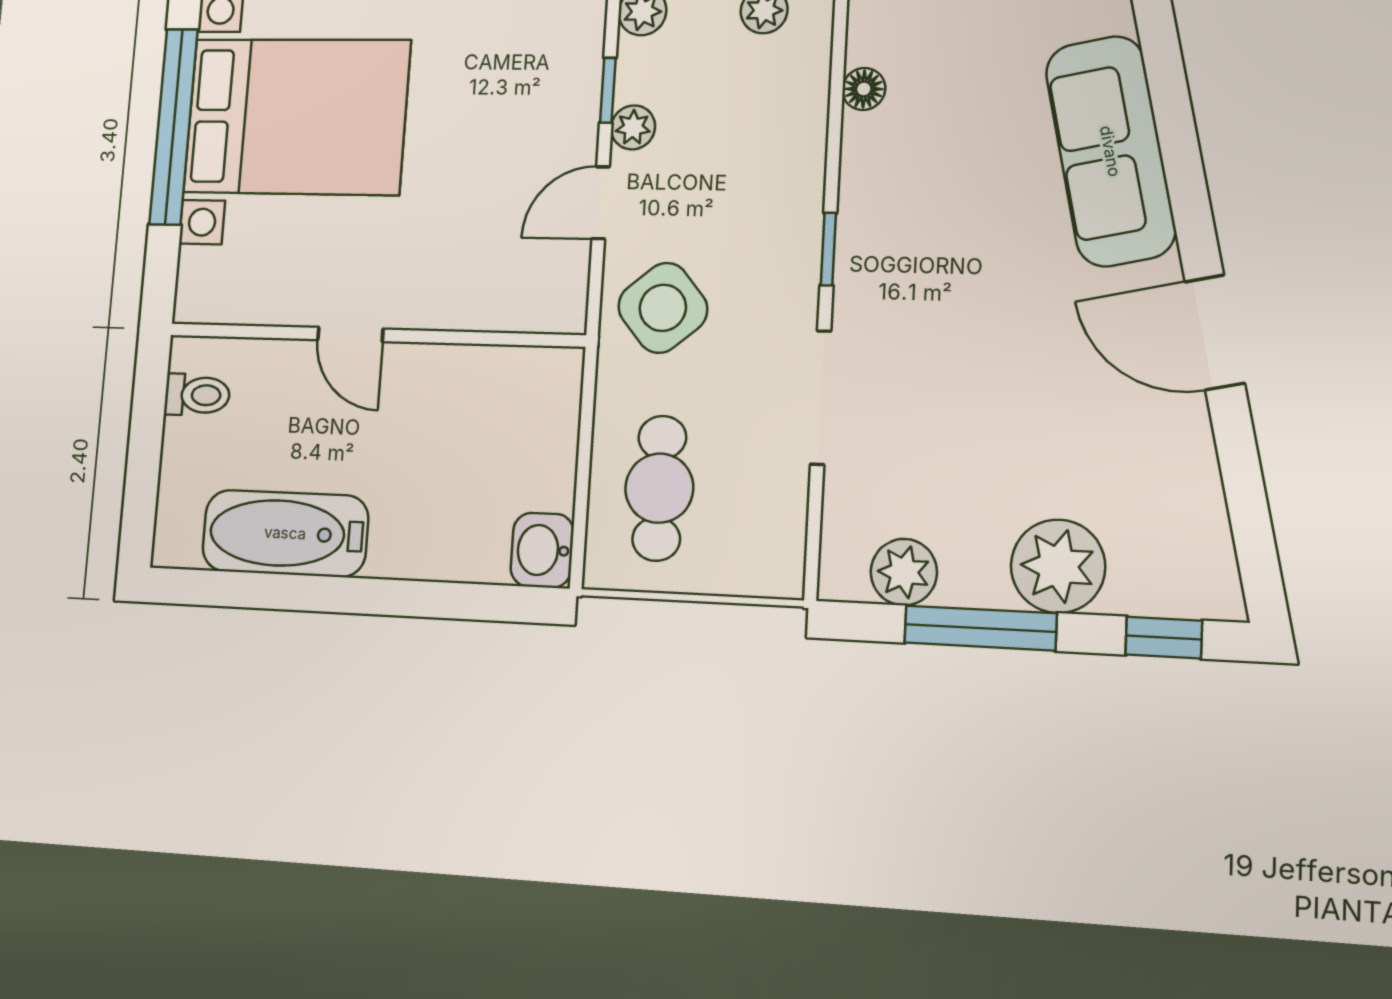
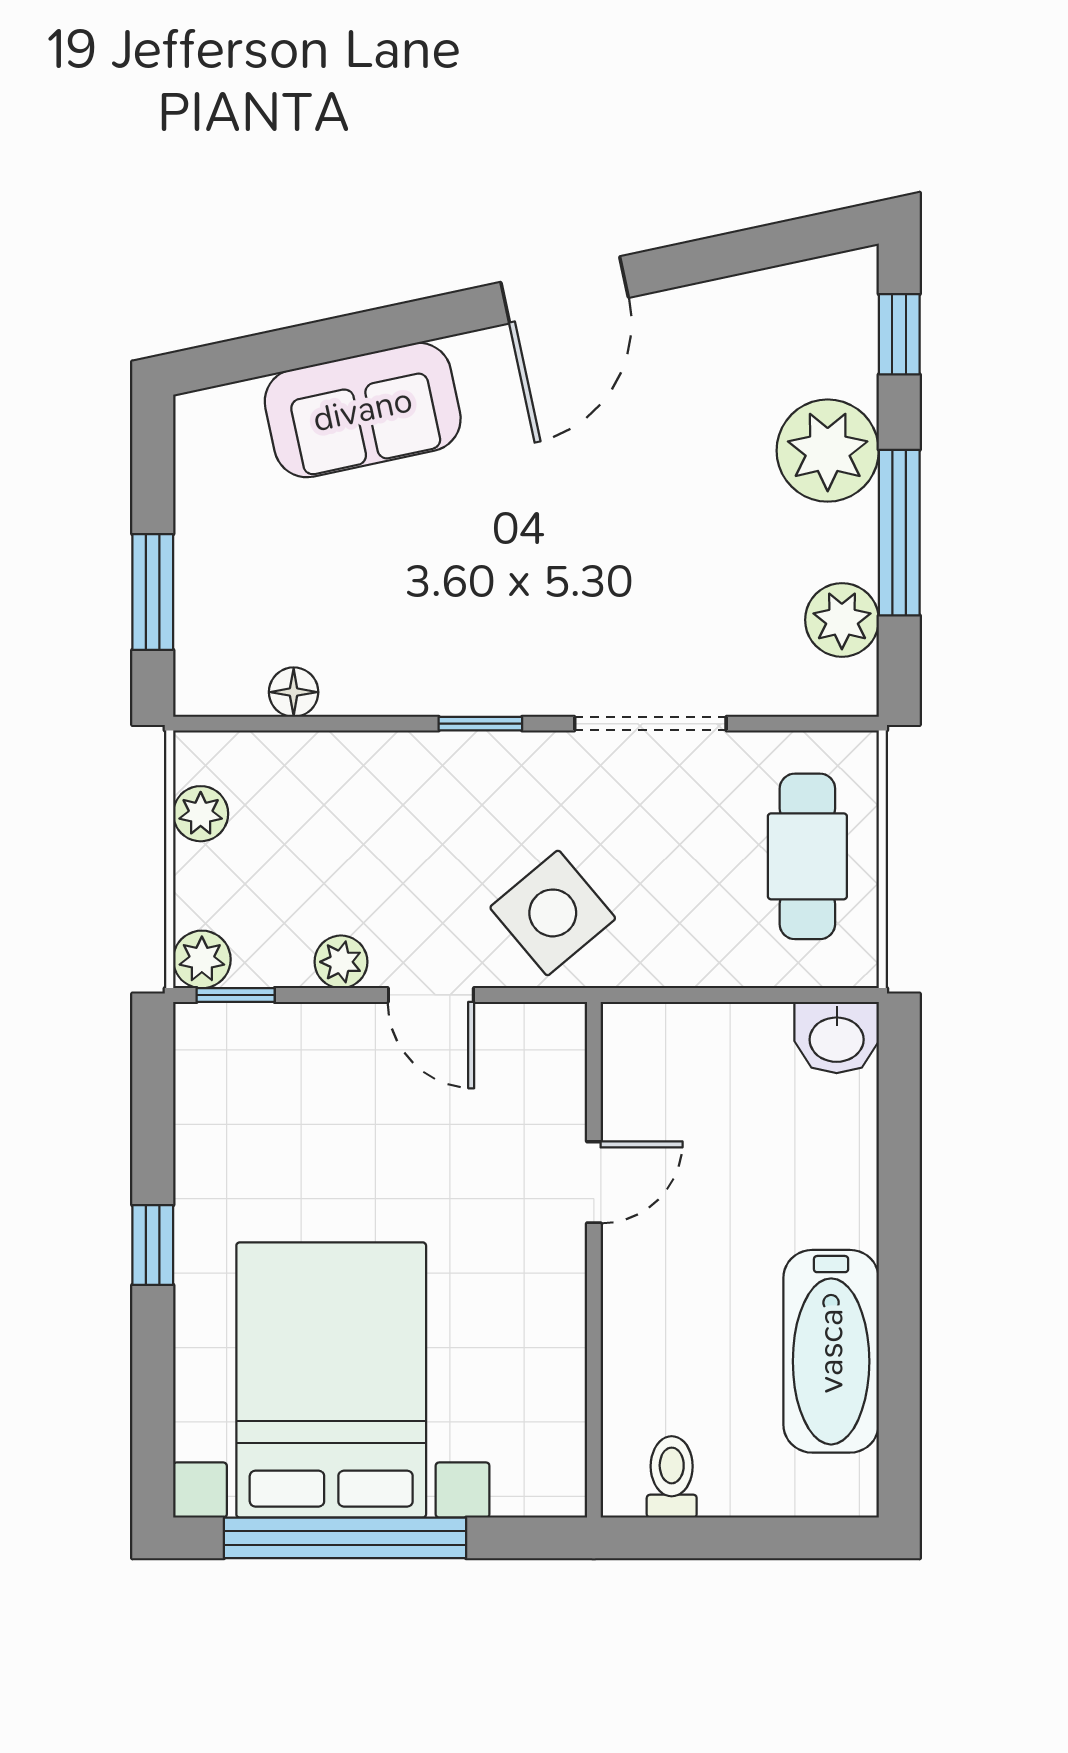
window: (608, 90) -> (236, 995), moved
sofa: (1110, 151) -> (363, 410), width x0.73
door: (350, 334) -> (594, 1182), moved
cafe table: (659, 488) -> (807, 856), moved, turned 90

